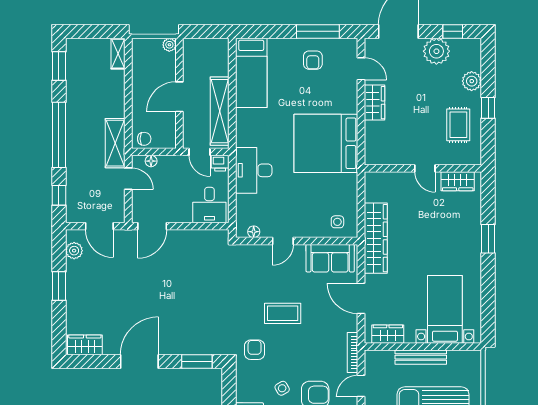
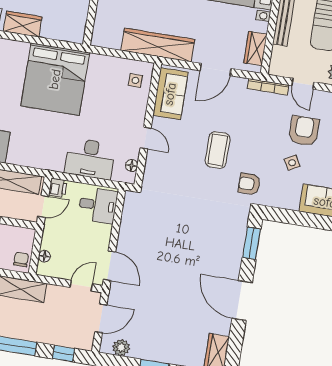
desk: (254, 170) -> (90, 159), moved
door: (128, 179) -> (81, 286), moved

